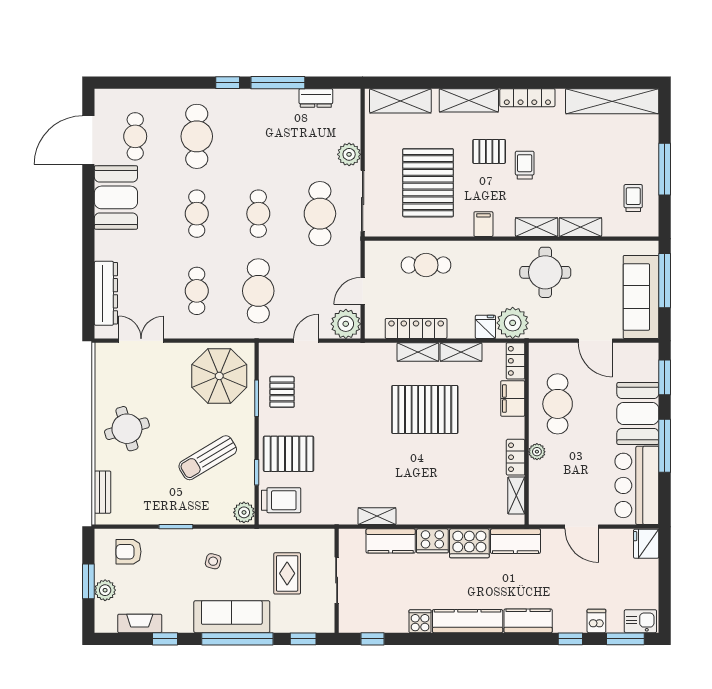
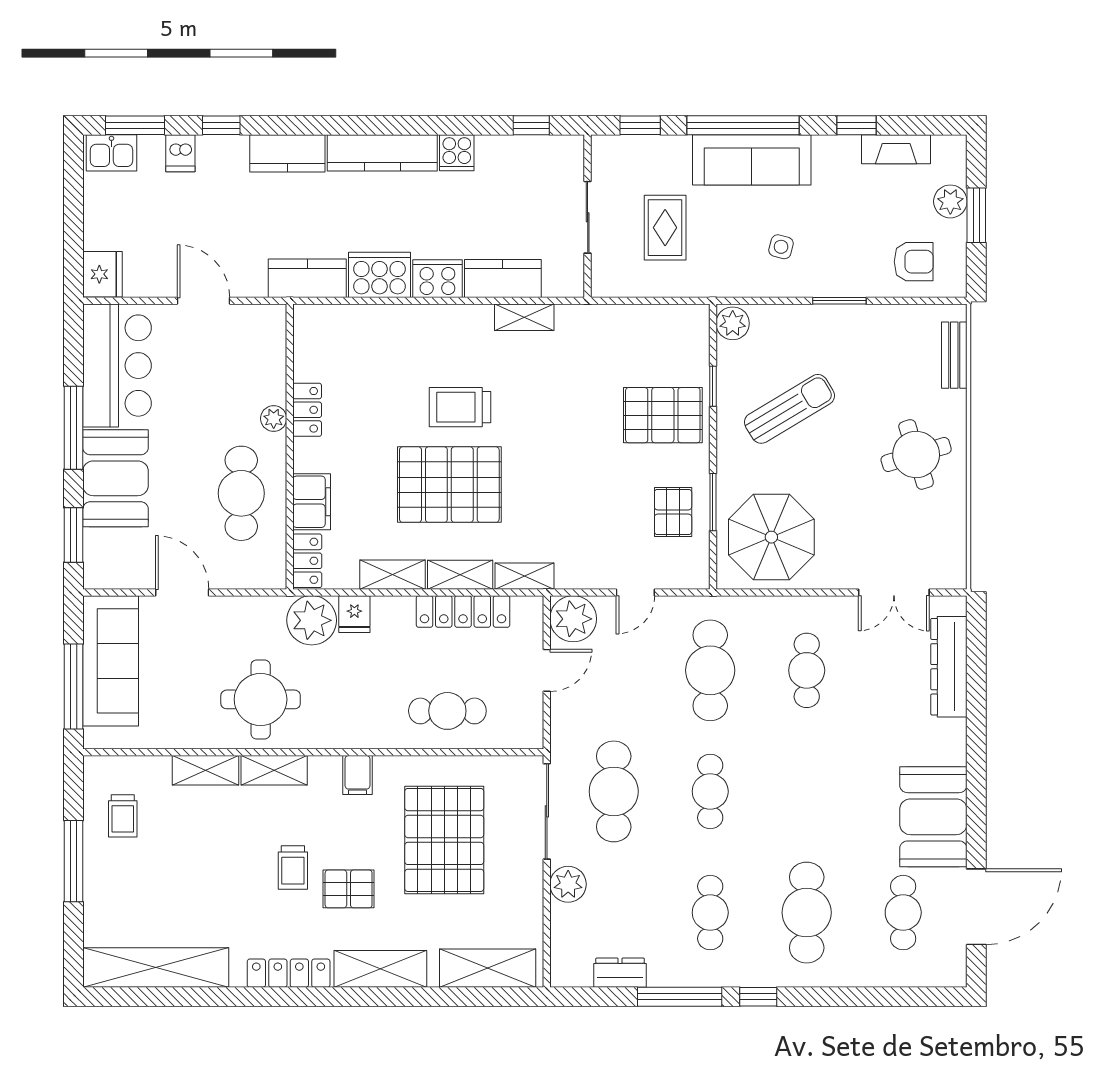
cafe table: (197, 214) -> (710, 913), moved
shelving: (516, 495) -> (524, 576), moved, turned 90
trolley: (281, 500) -> (460, 407), moved

